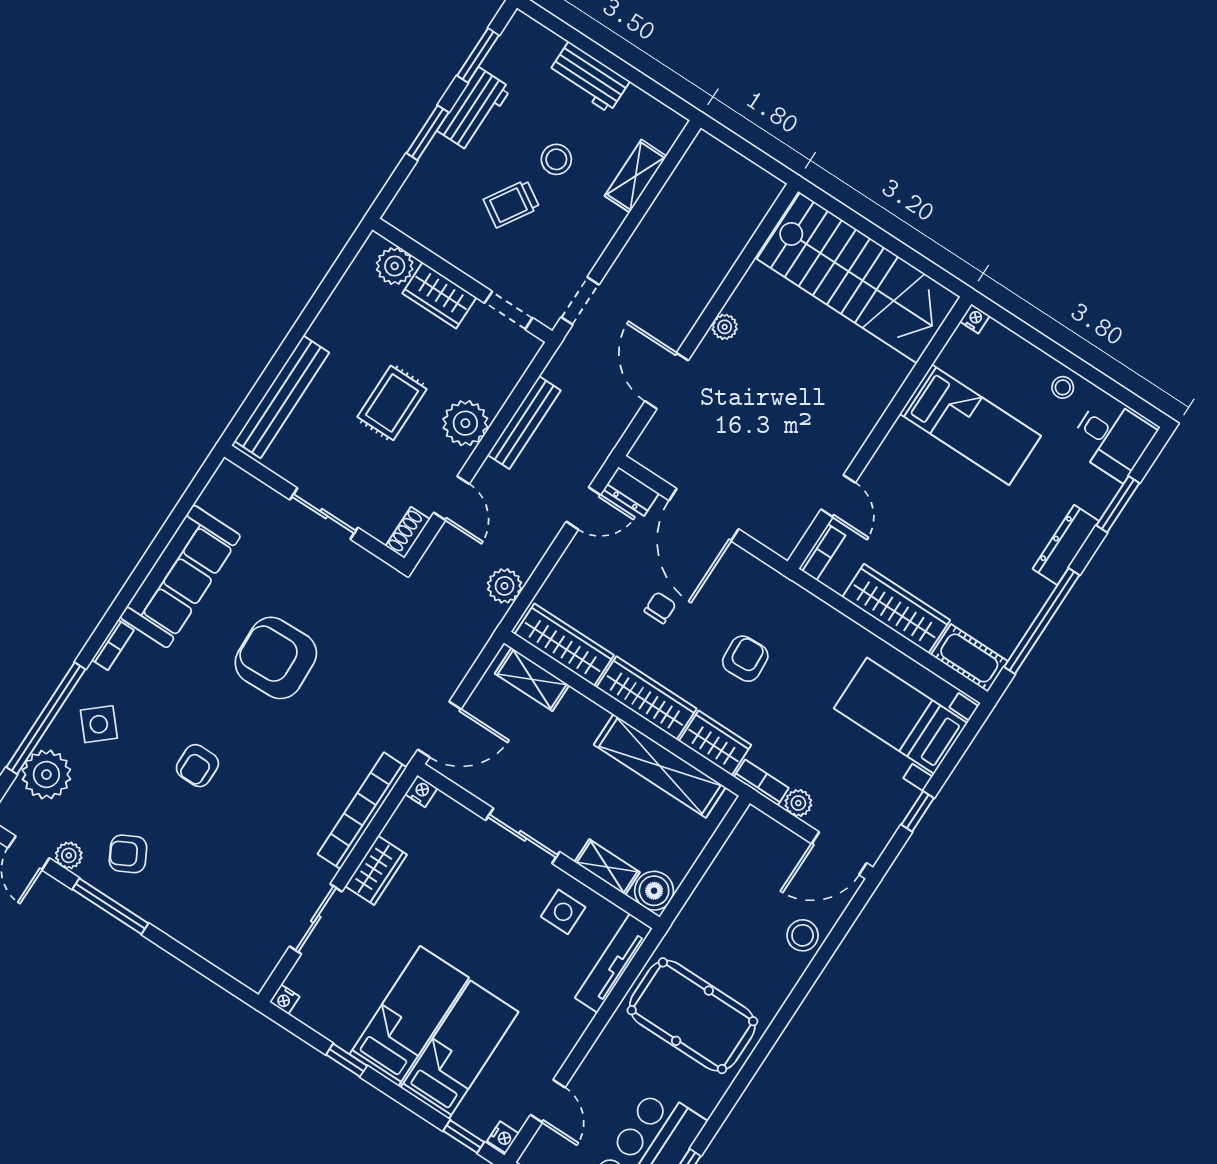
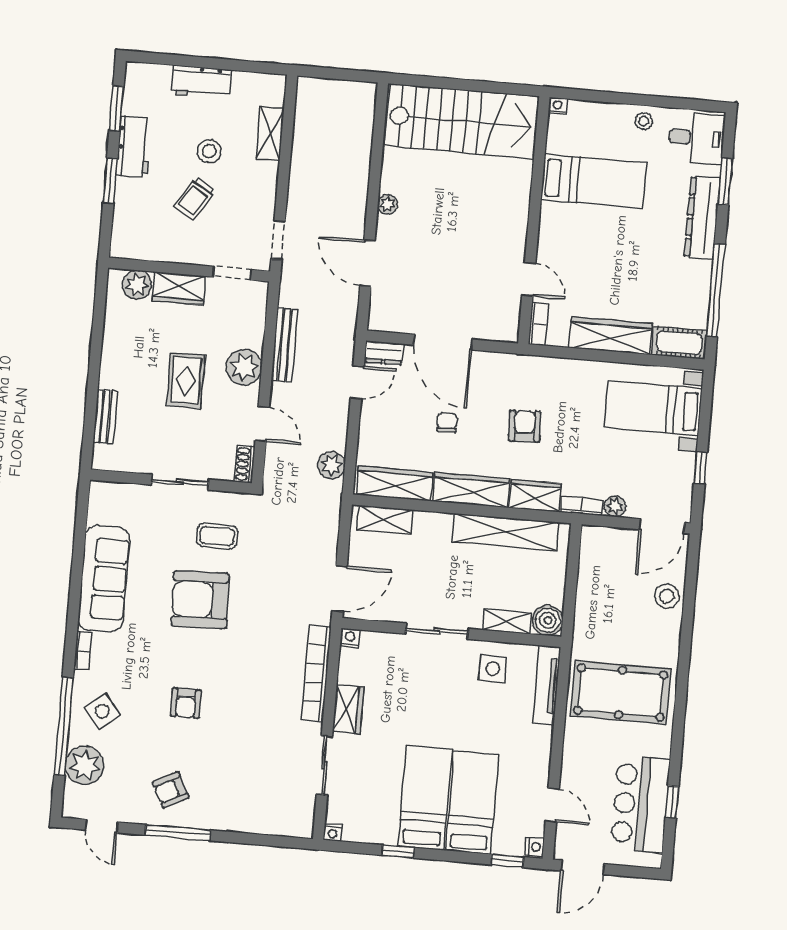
bench: (282, 397) -> (105, 417), width x0.54, depth x0.82
dresser: (1066, 545) -> (702, 218), width x1.37, depth x1.24
coffee table: (333, 597) -> (217, 536), added
plant: (69, 855) -> (130, 813), removed

